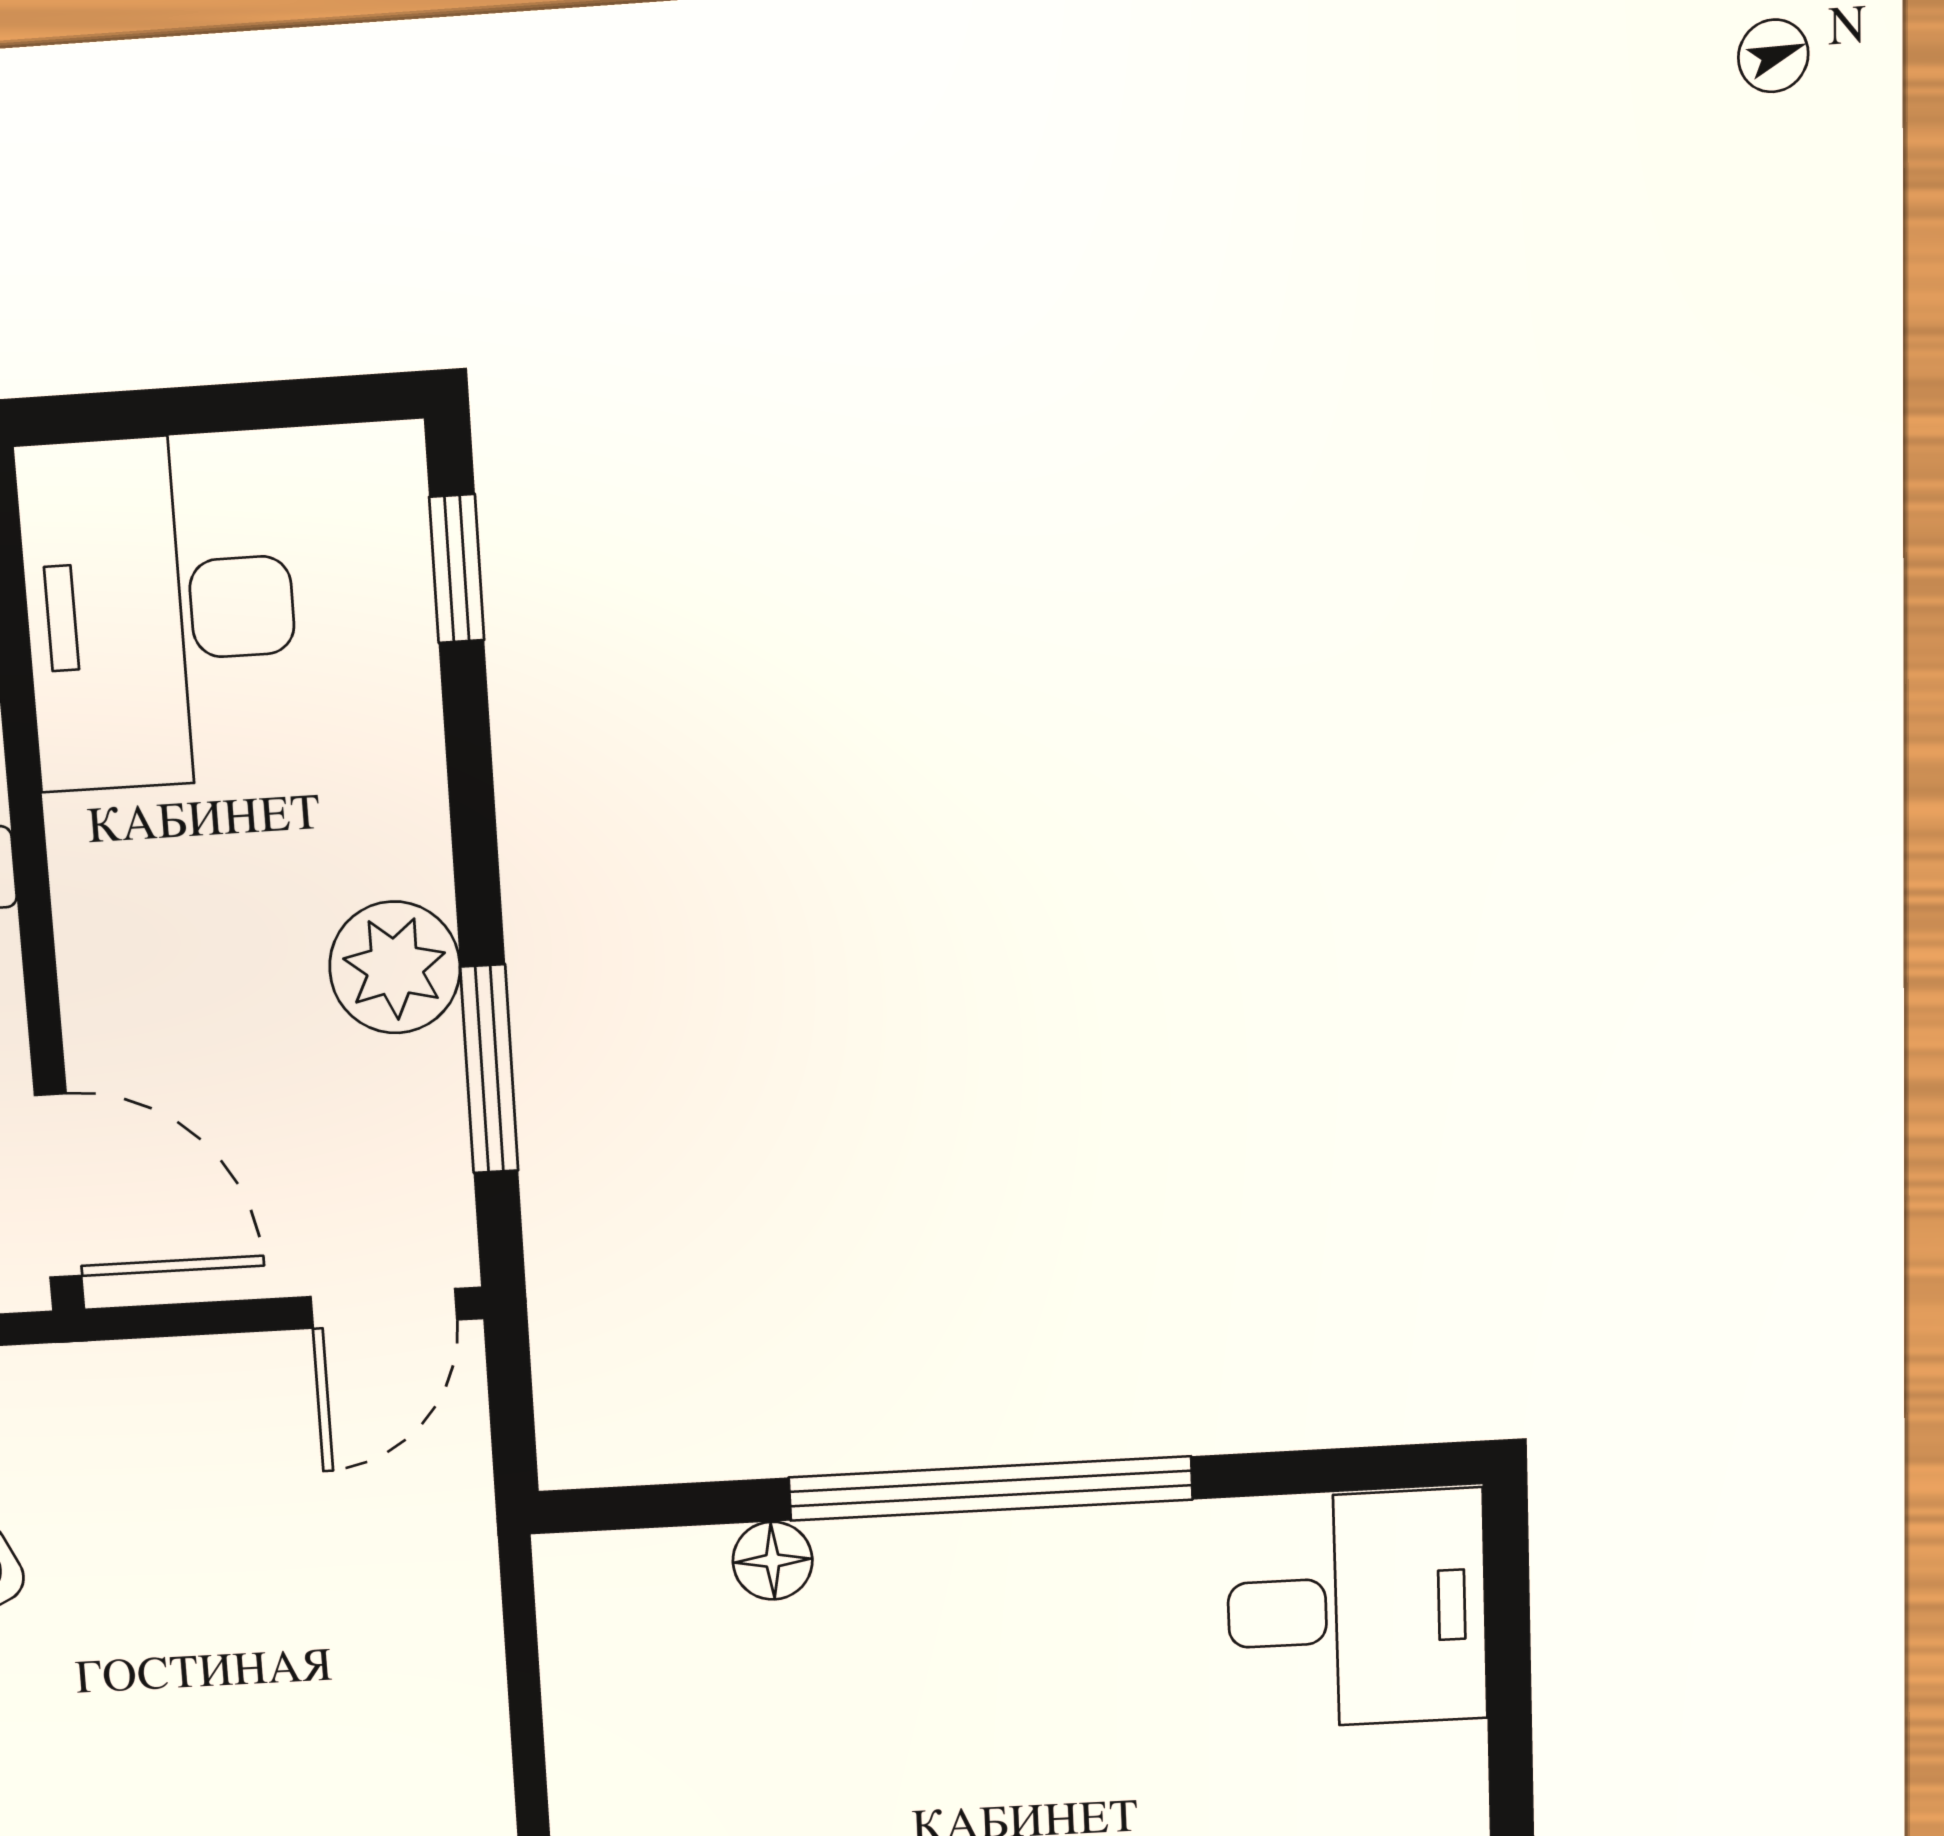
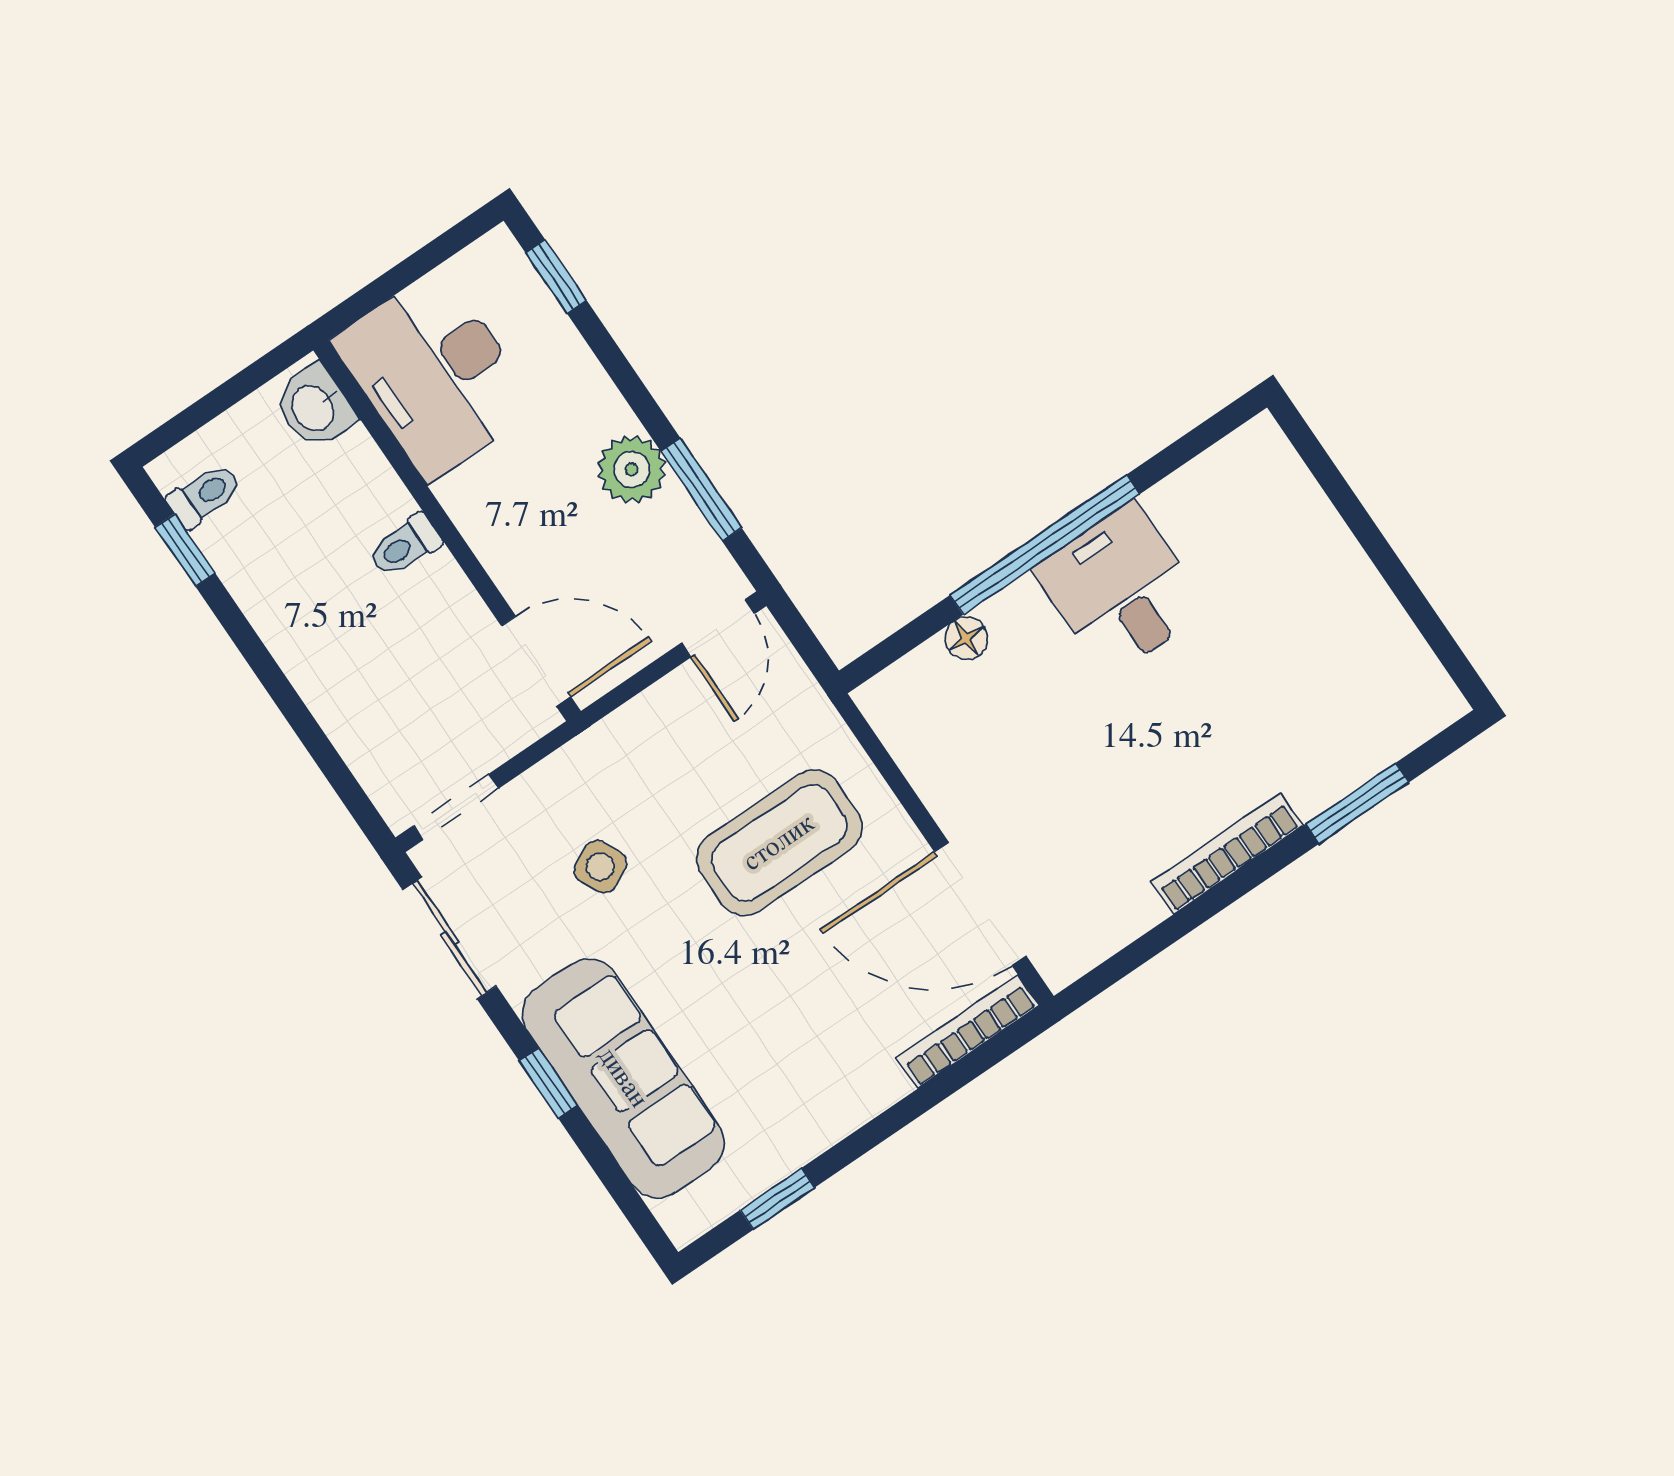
desk: (1357, 1610) -> (1121, 590), moved, turned -90
coffee table: (283, 1701) -> (779, 843), added

